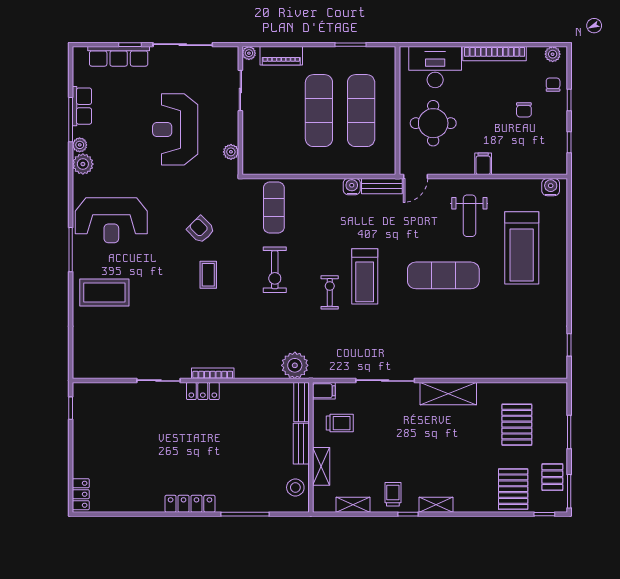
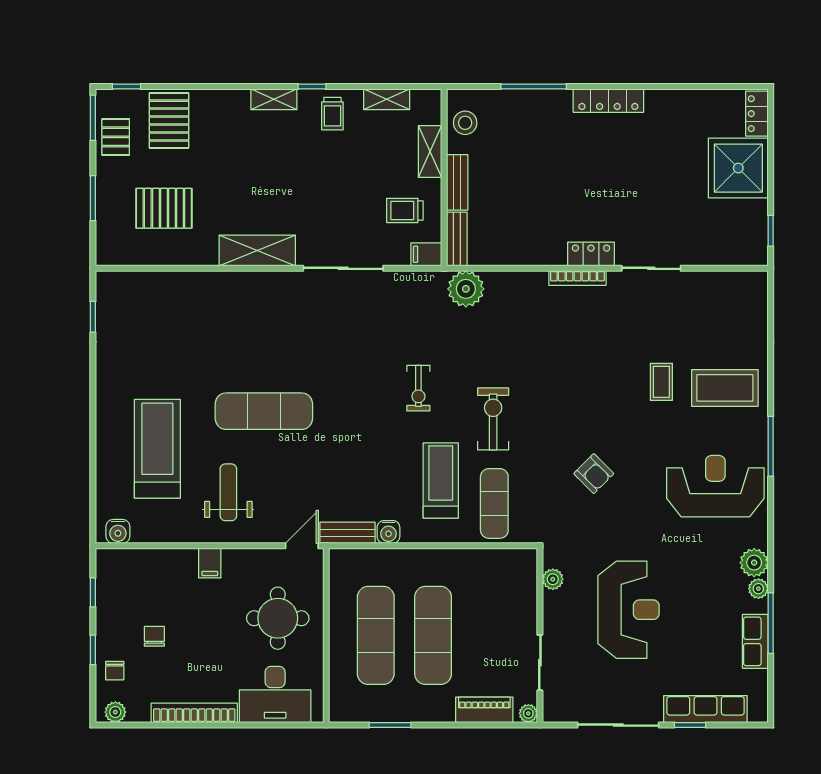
coffee table: (208, 275) -> (661, 382), moved
treadmill: (365, 276) -> (441, 481), moved
pallet: (517, 425) -> (164, 208), turned 90
shower: (94, 454) -> (738, 168), added

